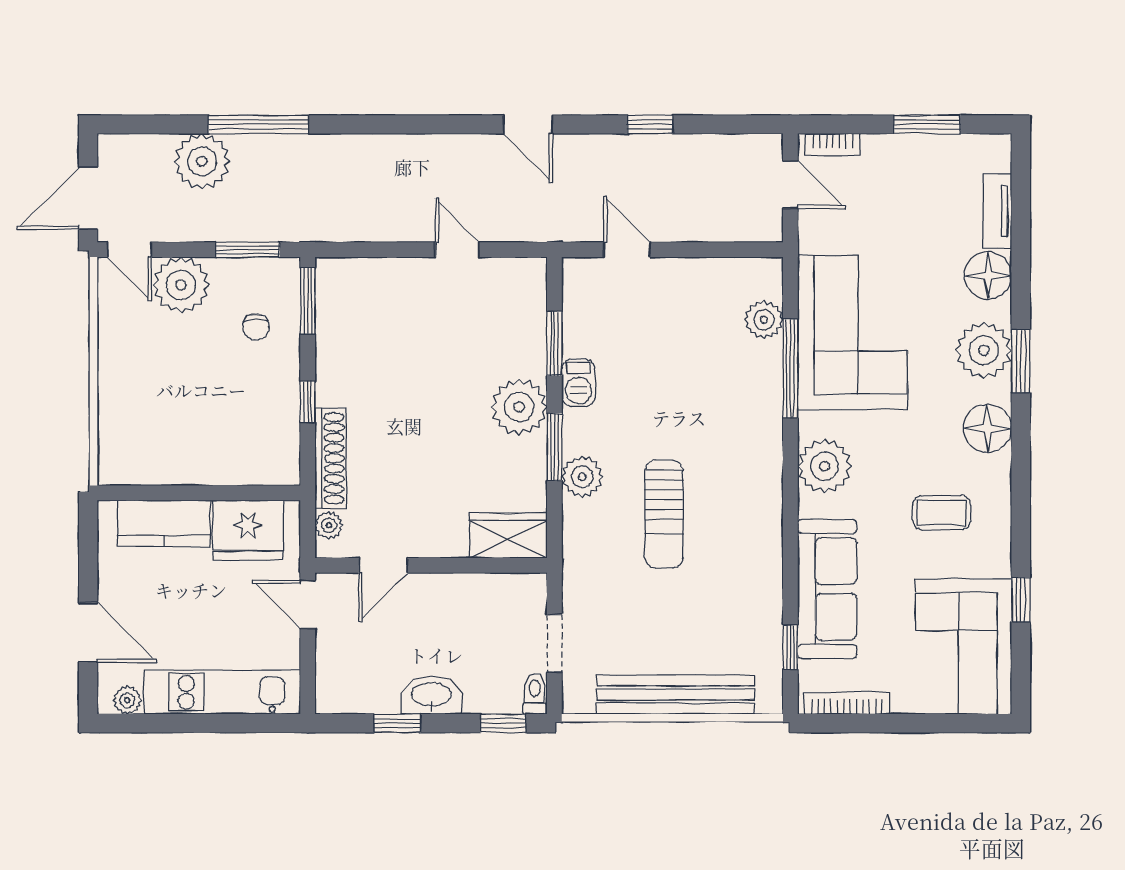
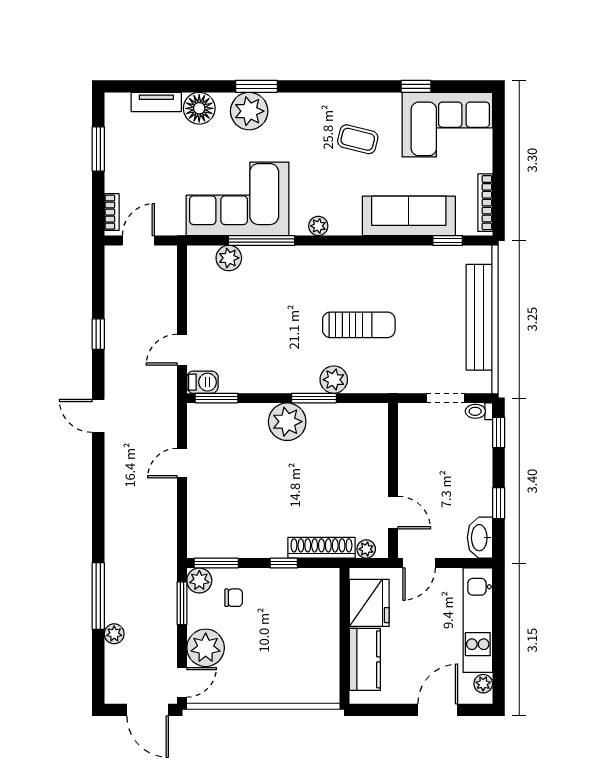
door: (528, 124) -> (98, 416), swing flipped
plant: (202, 161) -> (114, 634), width x0.53, depth x0.53
plant: (282, 276) -> (199, 580), added
window: (554, 343) -> (217, 398), moved
barbecue: (578, 383) -> (202, 382), moved
floor lamp: (988, 428) -> (301, 109), removed
plant: (824, 466) -> (318, 226), width x0.53, depth x0.53
coffee table: (942, 513) -> (358, 139), turned -76
wardrobe: (508, 536) -> (373, 429), removed
washbasin: (431, 695) -> (480, 538), moved

